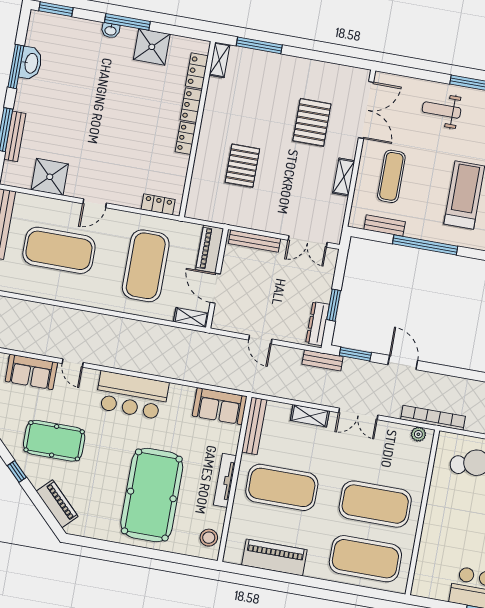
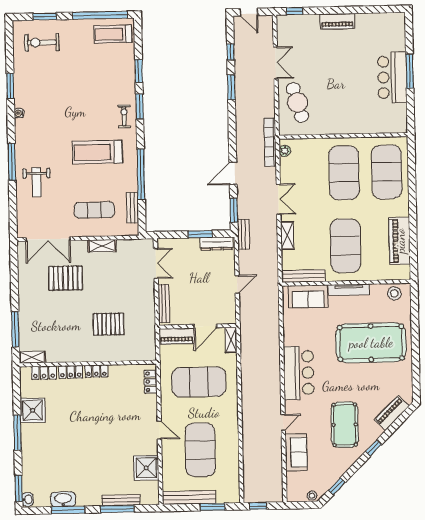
washbasin: (111, 30) -> (28, 499), moved
double door: (366, 110) -> (48, 239), swing flipped
sofa: (220, 406) -> (308, 296), moved, turned 90

